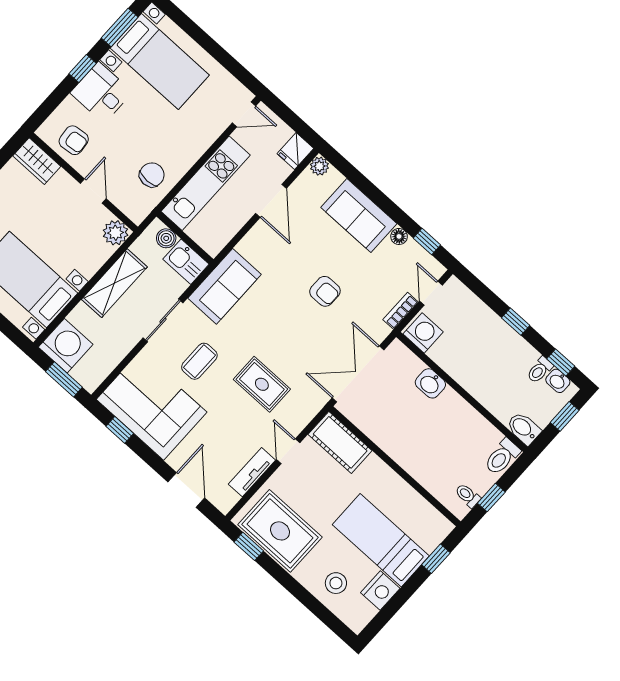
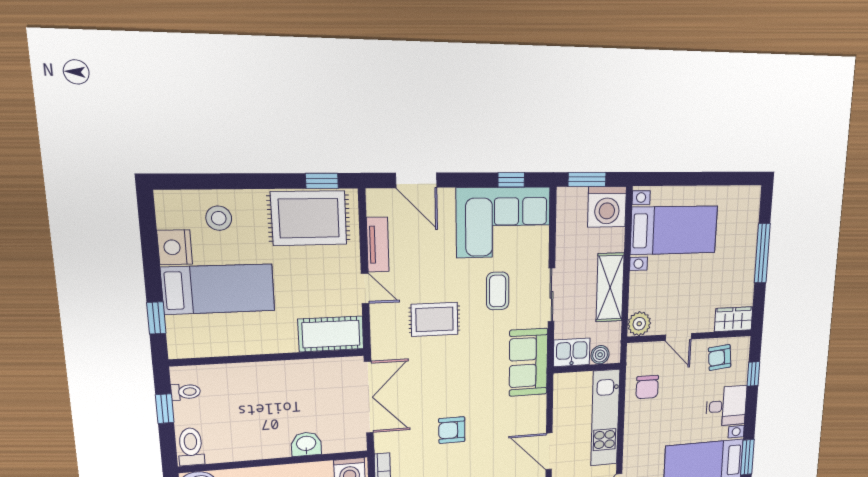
window: (83, 68) -> (753, 374), moved

